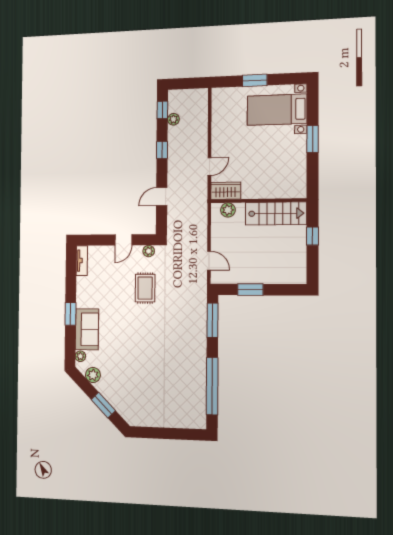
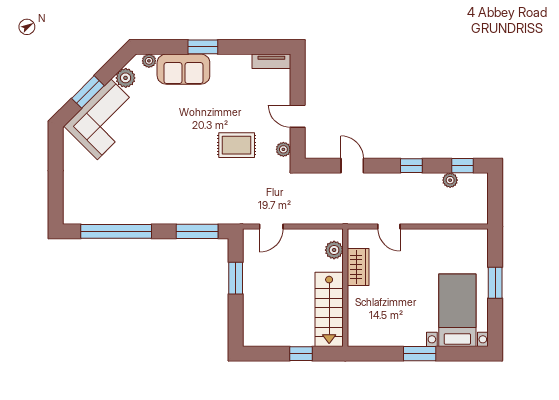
wardrobe: (226, 191) -> (358, 267), moved
corner sofa: (124, 393) -> (104, 119), added

